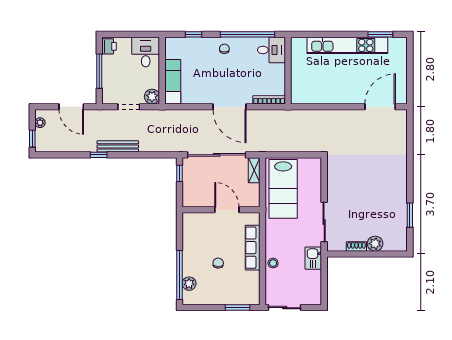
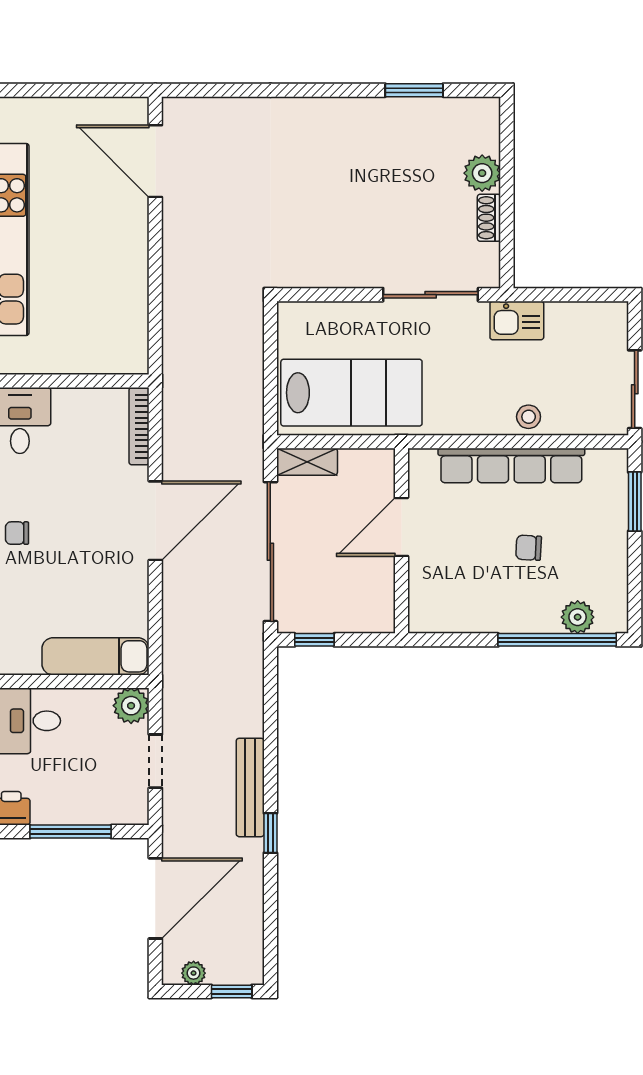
door: (71, 107) -> (155, 898), width x1.36
row of seats: (253, 248) -> (511, 465), width x1.36

